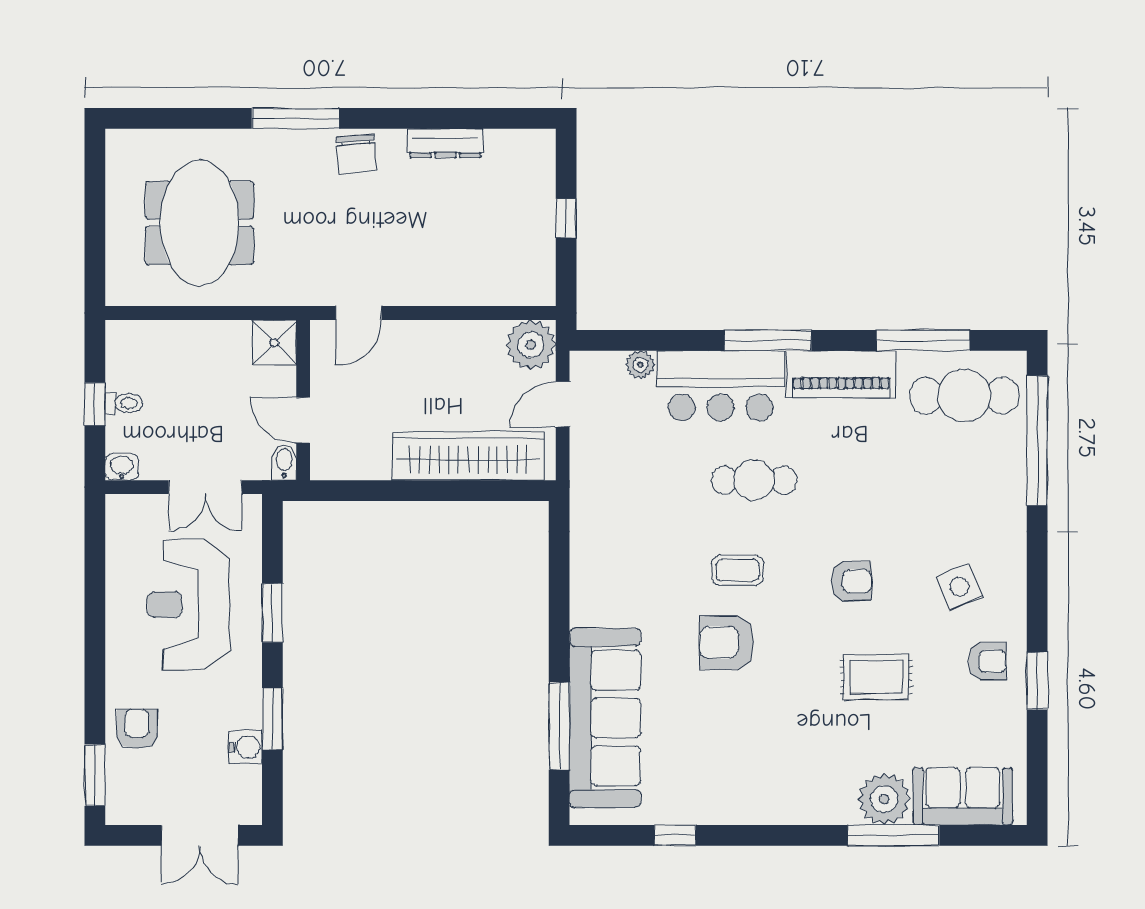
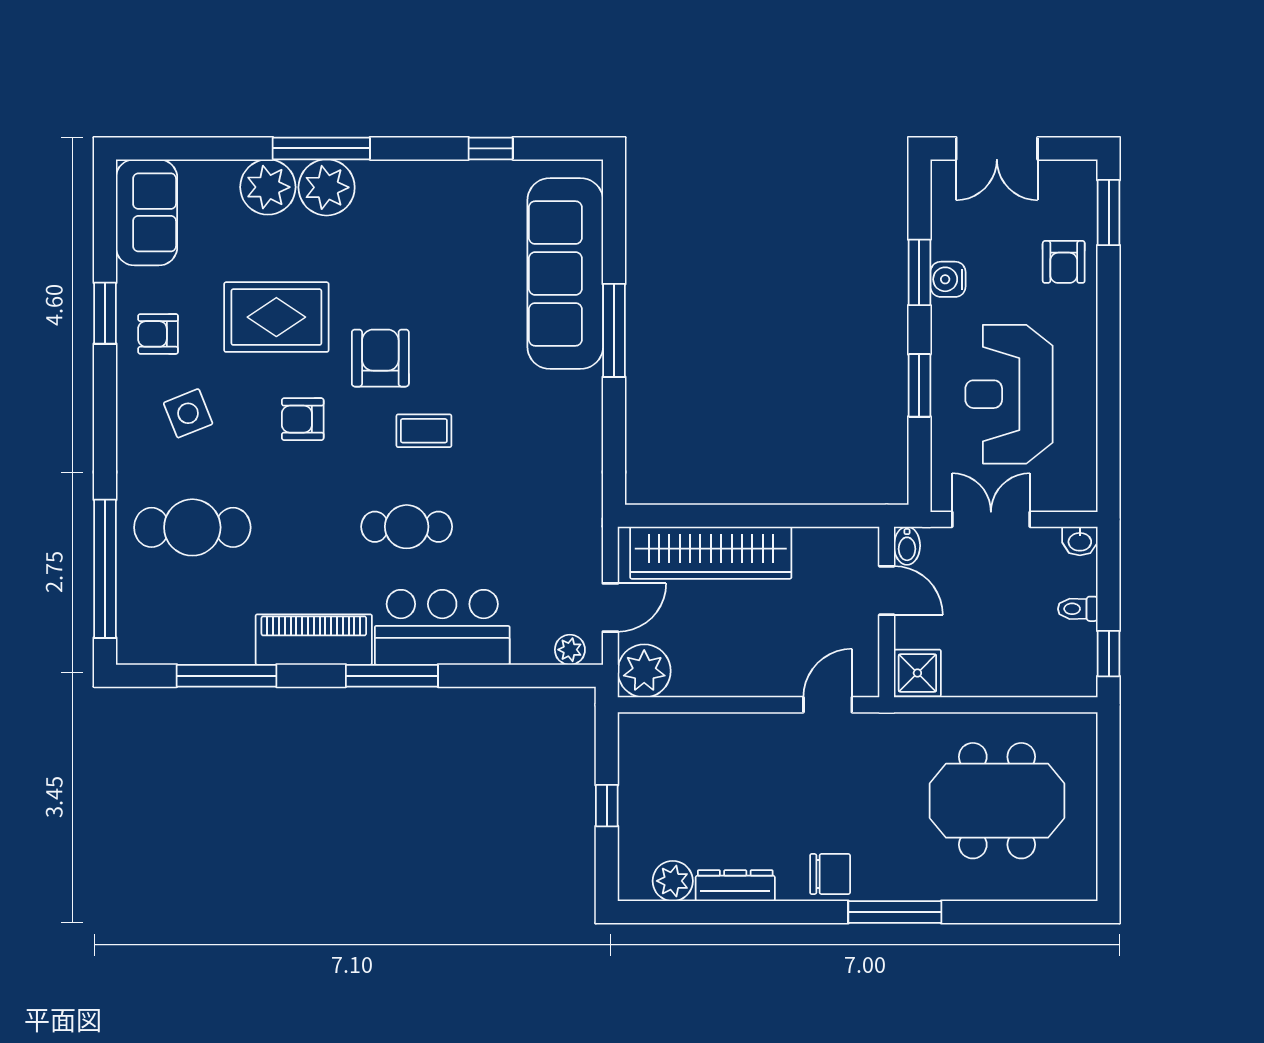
plant: (504, 147) -> (673, 881), added
chair: (356, 154) -> (830, 874), turned 94
meeting table: (200, 223) -> (997, 801), turned 90
plant: (640, 365) -> (570, 650), moved
cafe table: (964, 396) -> (192, 527), moved
window: (95, 404) -> (1109, 654), moved
reception desk: (188, 605) -> (1009, 394), turned 180
armchair: (727, 642) -> (380, 358), moved, turned -90
rug: (876, 677) -> (276, 317), width x1.36, depth x1.43
window: (559, 726) -> (614, 330), moved
water cooler: (246, 747) -> (948, 279), moved
sofa: (963, 796) -> (147, 212), moved, turned -90
plant: (829, 799) -> (327, 187), added
double door: (200, 835) -> (997, 148), swing flipped
window: (894, 835) -> (321, 148), moved

